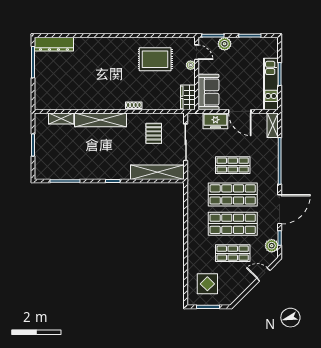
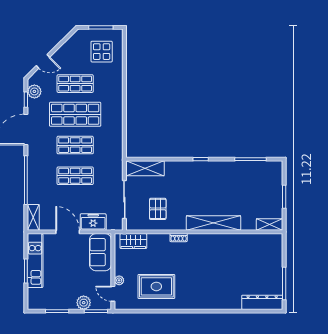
wardrobe: (188, 97) -> (133, 241), moved, turned 90
shelving: (61, 118) -> (270, 224), moved
shelving: (157, 172) -> (145, 168), width x0.68
shop shelf: (233, 194) -> (75, 145), width x0.70, depth x0.74

